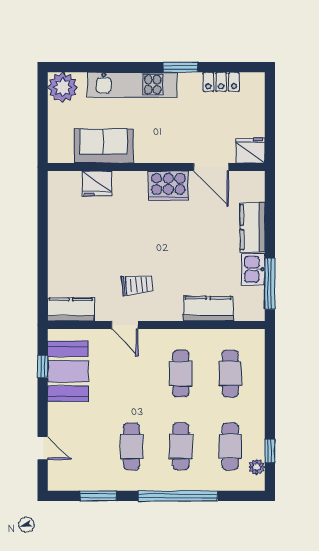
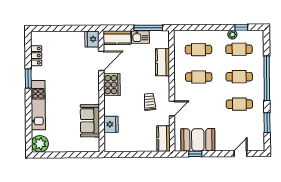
sofa: (104, 146) -> (90, 121), moved
fridge: (250, 151) -> (92, 39), moved
wall: (156, 167) -> (101, 91), moved
door: (211, 167) -> (101, 61), moved
fridge: (97, 184) -> (111, 124), moved
cooker: (168, 186) -> (112, 85), moved
plant: (257, 467) -> (232, 35), moved

